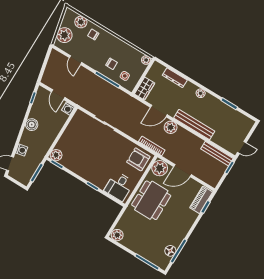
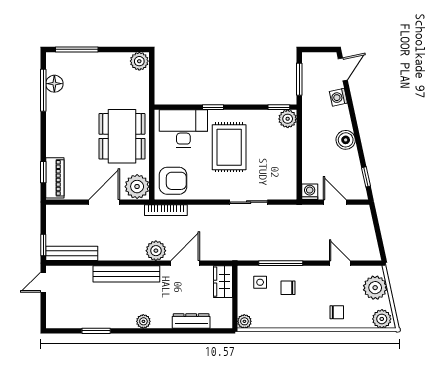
plant: (81, 22) -> (382, 319), moved
rug: (97, 159) -> (229, 147), added
desk: (119, 186) -> (183, 128), width x1.37

